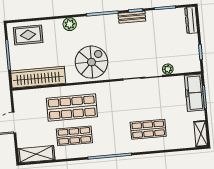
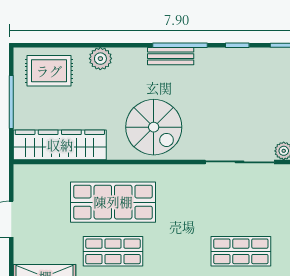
bench: (132, 17) -> (171, 56), moved
plant: (70, 24) -> (100, 59), moved
spiral stairs: (91, 62) -> (154, 127), turned 90

